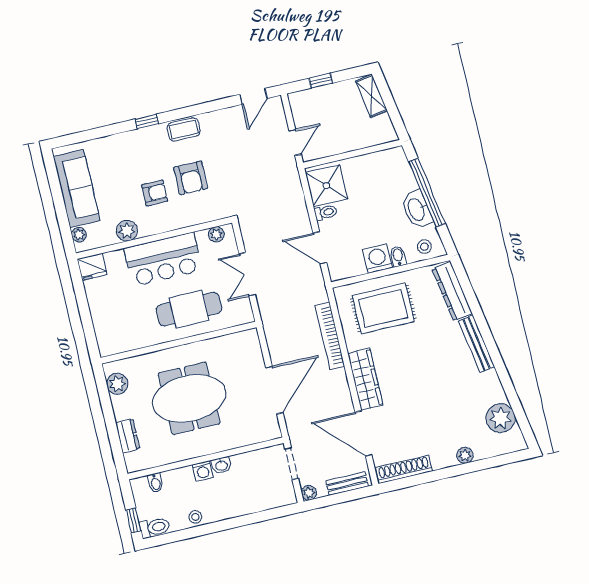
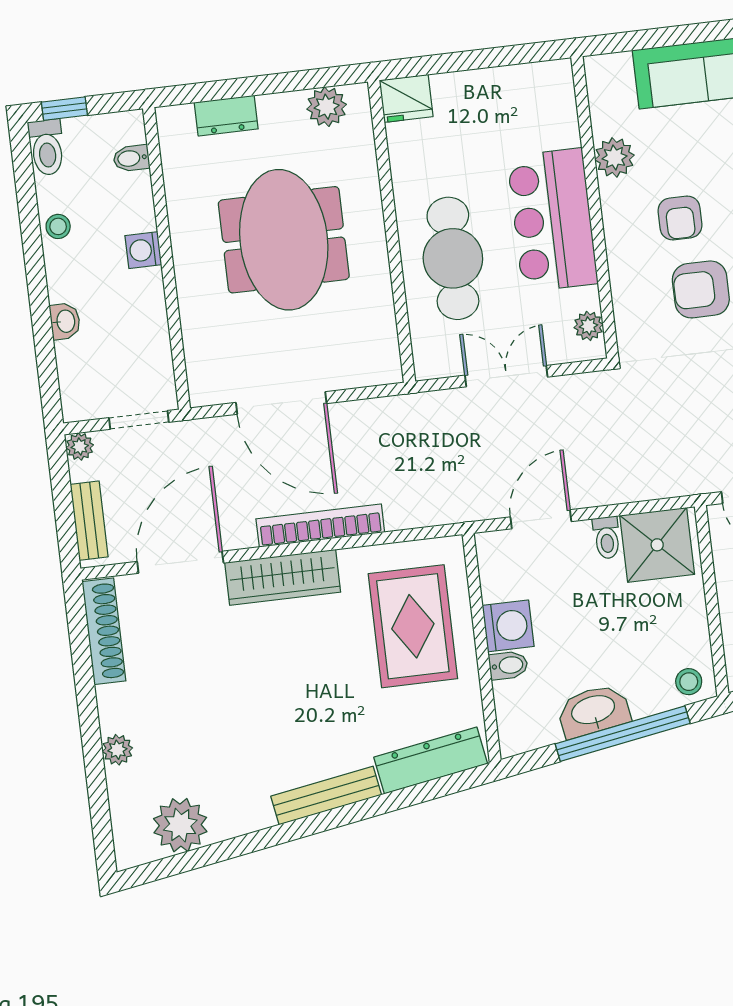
plant: (79, 235) -> (617, 66), removed
stool: (424, 247) -> (689, 682), moved
fridge: (92, 267) -> (406, 98), moved, turned -90
bookcase: (330, 336) -> (320, 526), moved
washbasin: (221, 465) -> (65, 321), moved, turned 180

